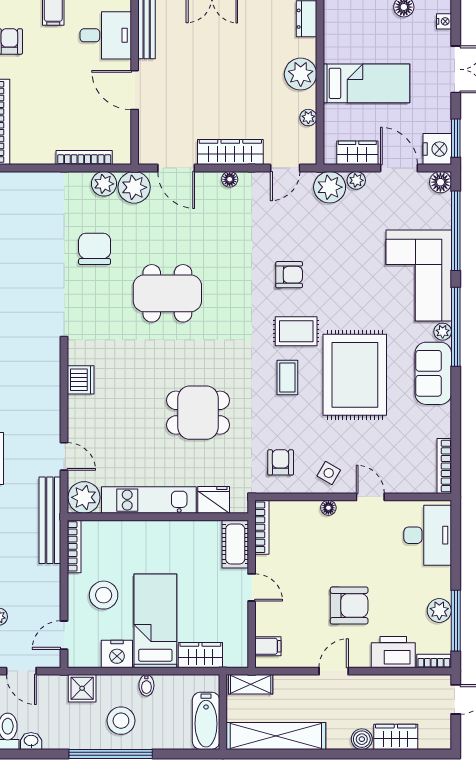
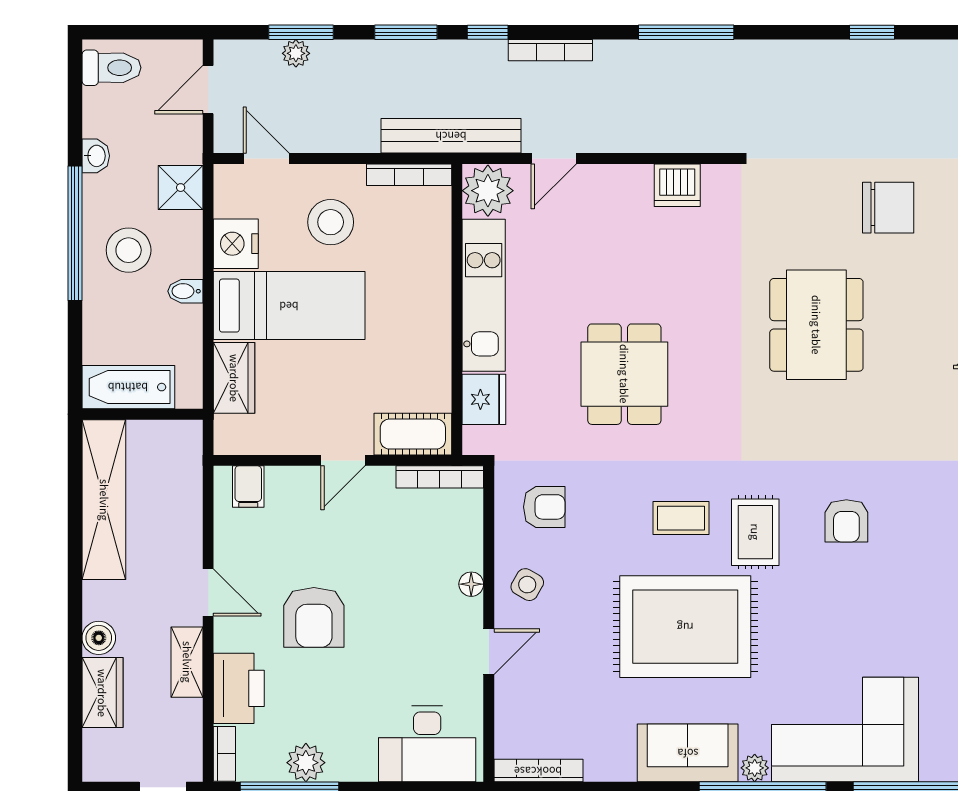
shelving: (251, 684) -> (187, 662), moved
washbasin: (31, 741) -> (96, 156), moved

